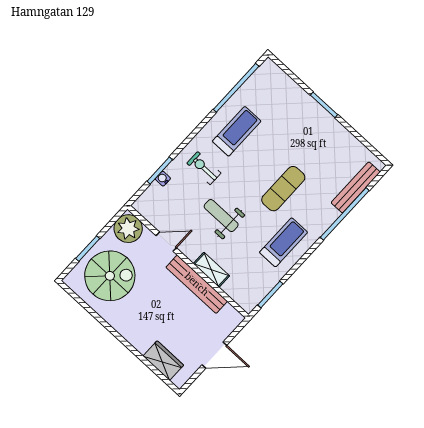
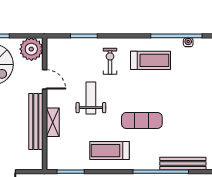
water cooler: (163, 179) -> (188, 42), moved
treadmill: (284, 242) -> (110, 151), turned 180

